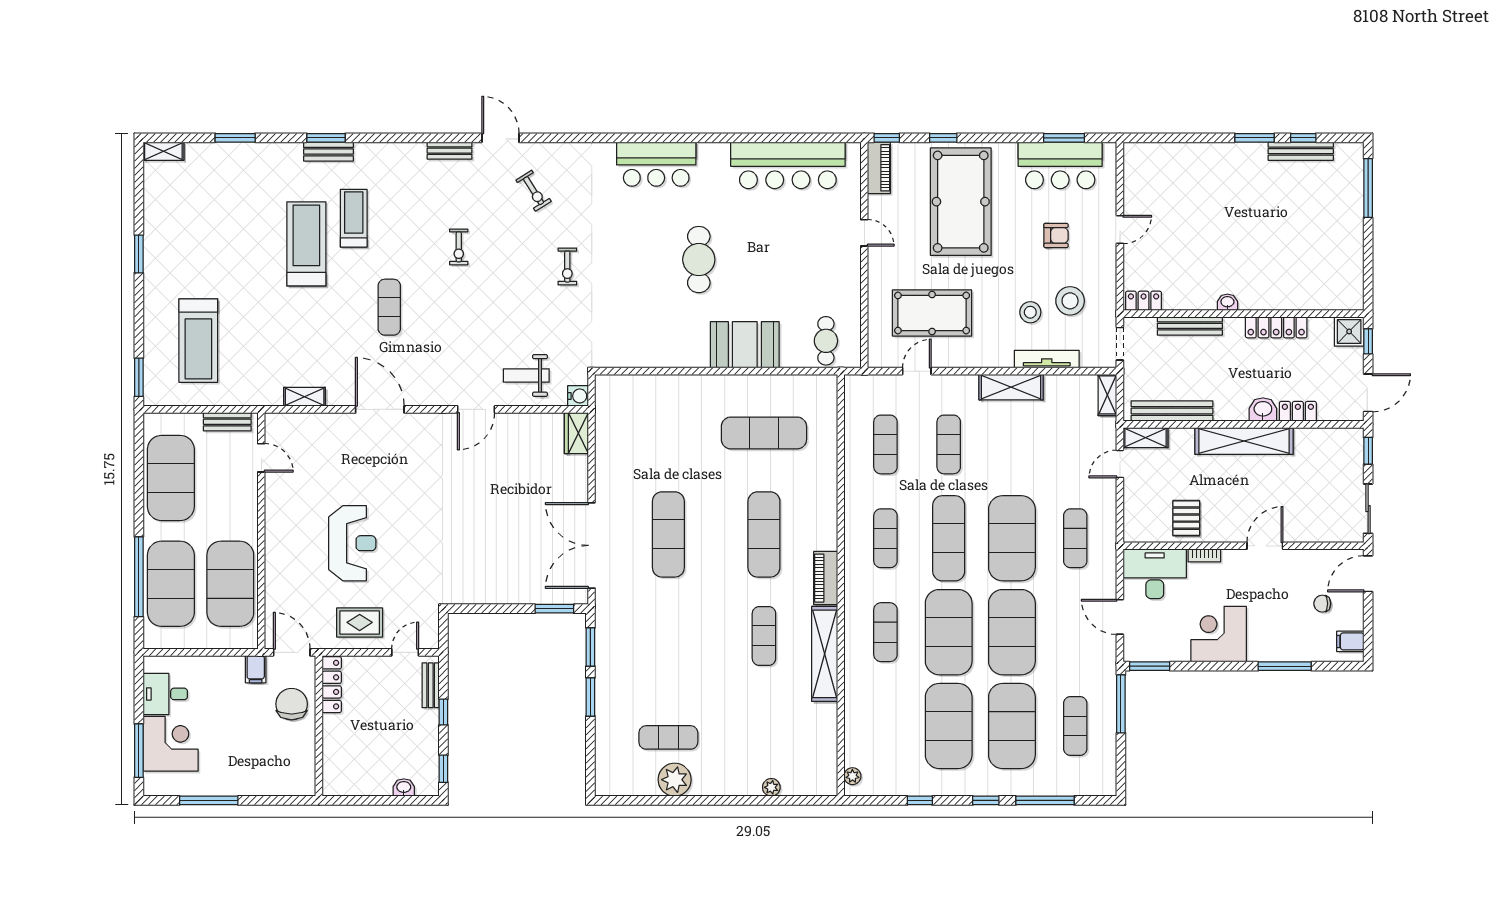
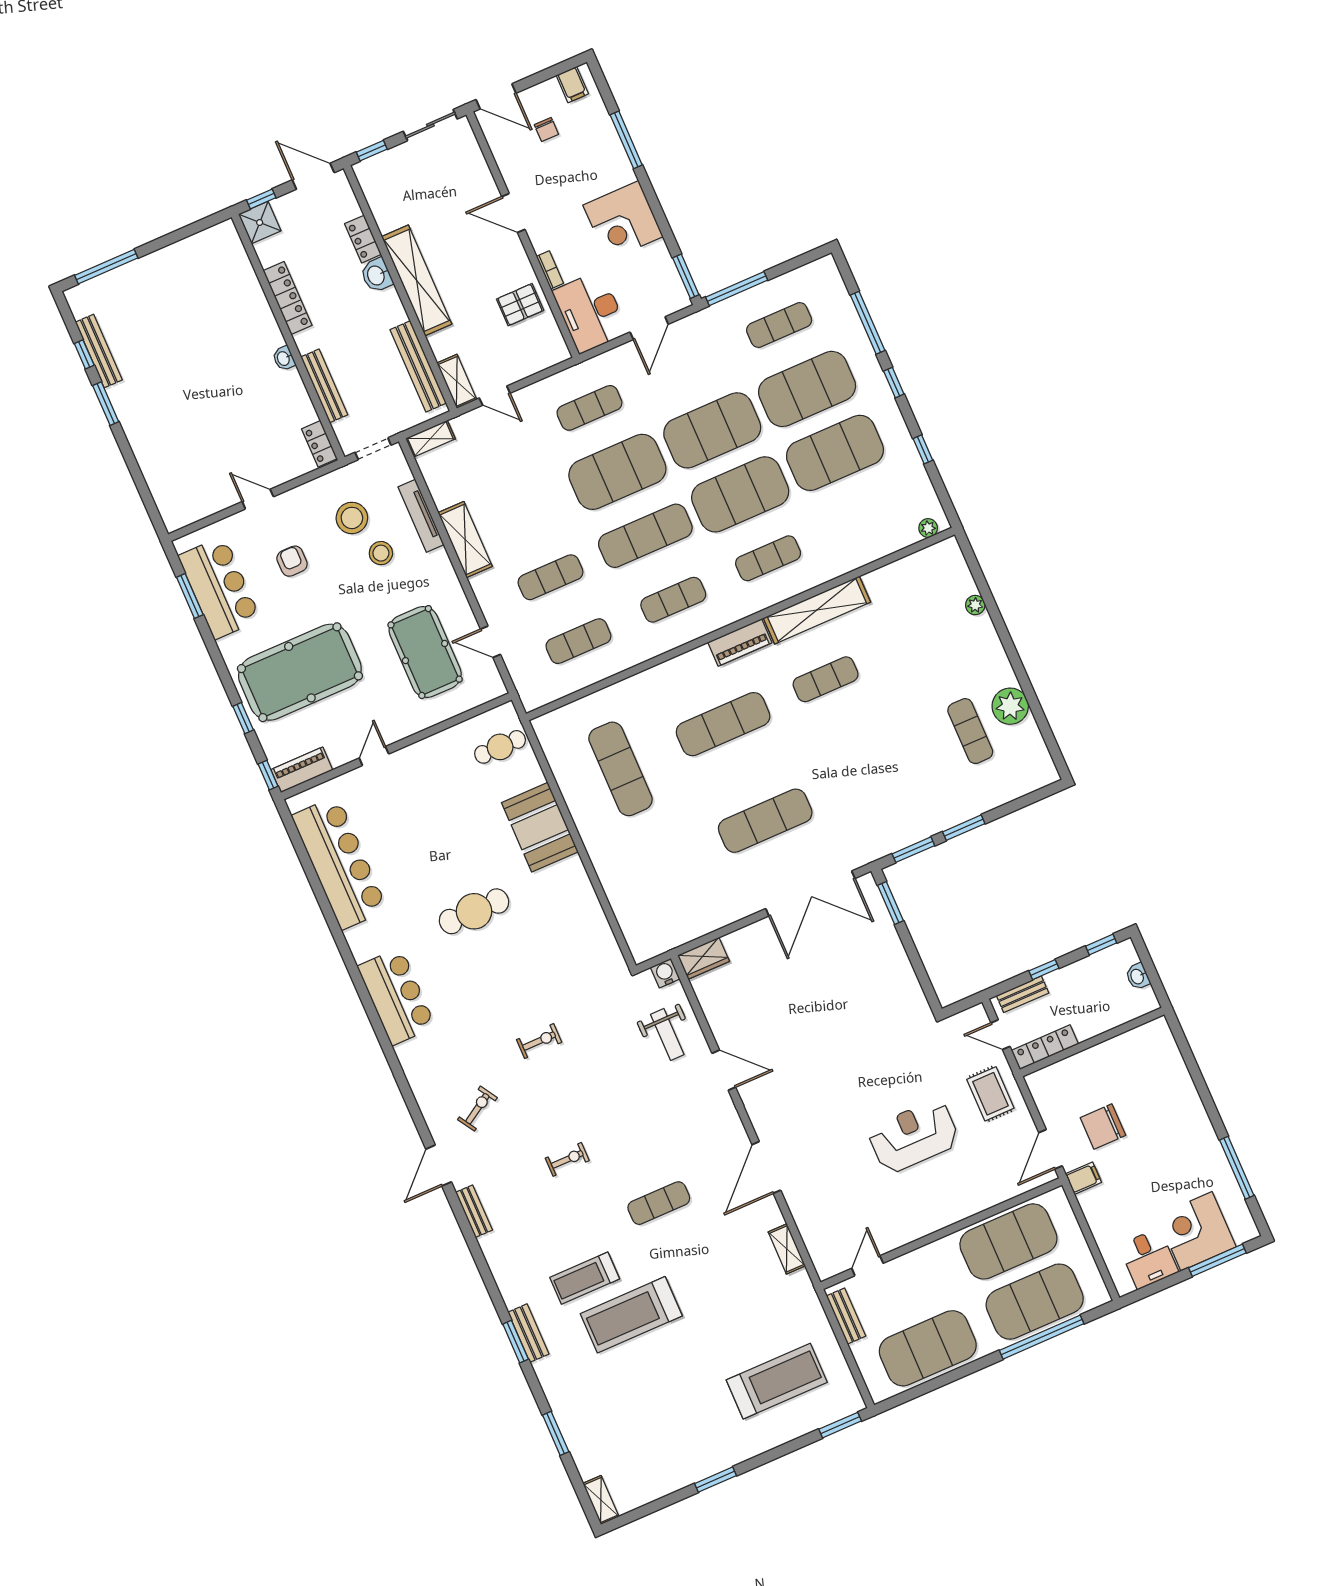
locker: (332, 685) -> (1045, 1047), moved
wall: (319, 726) -> (1092, 1042), moved

